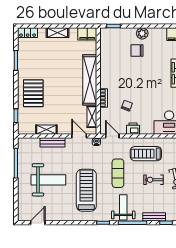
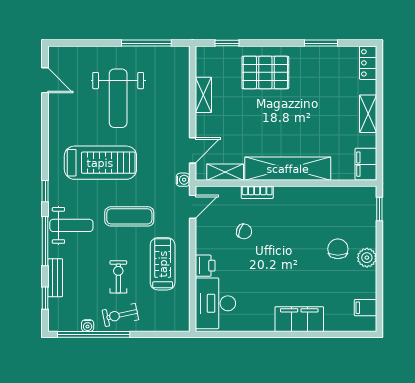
printer: (133, 129) -> (205, 266), moved
bench: (53, 142) -> (182, 105), removed

